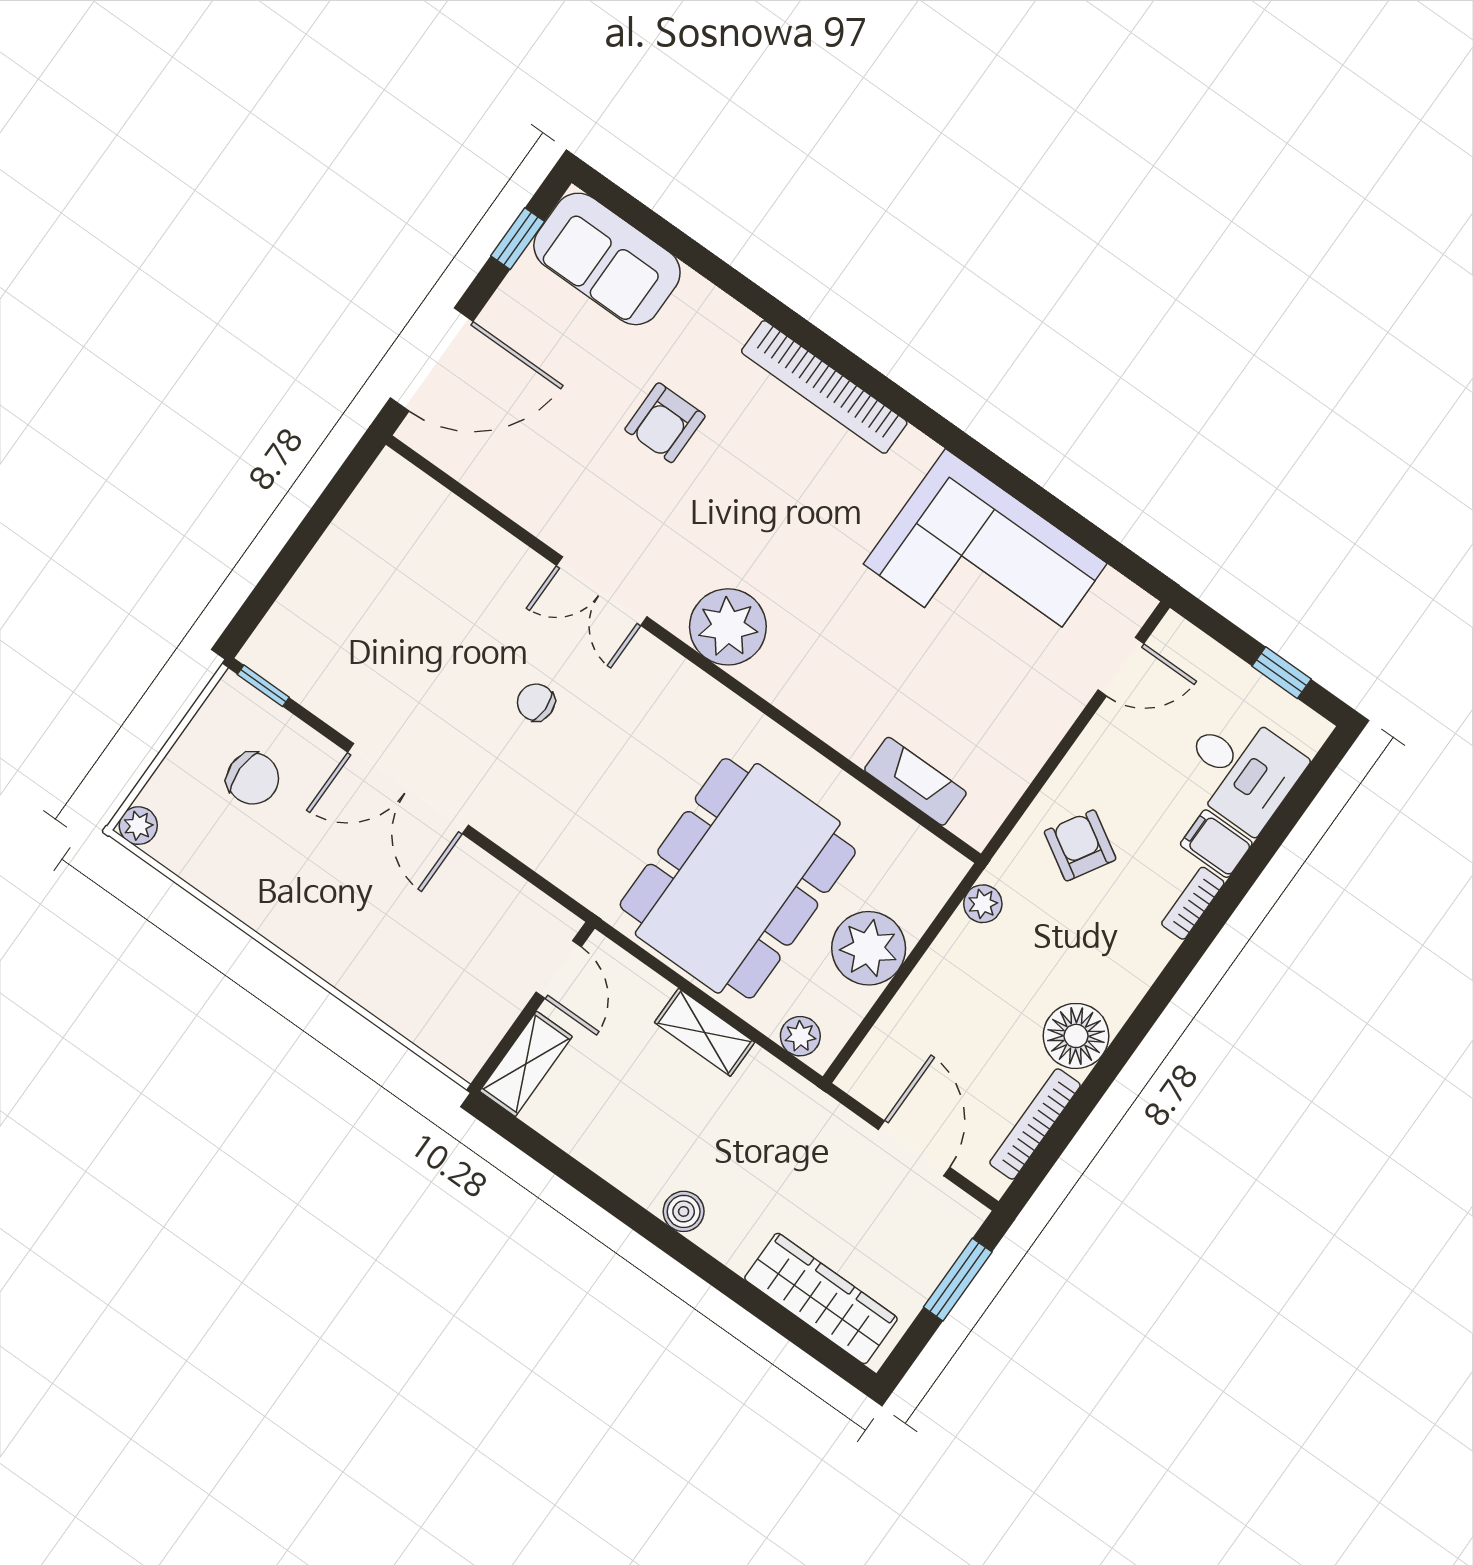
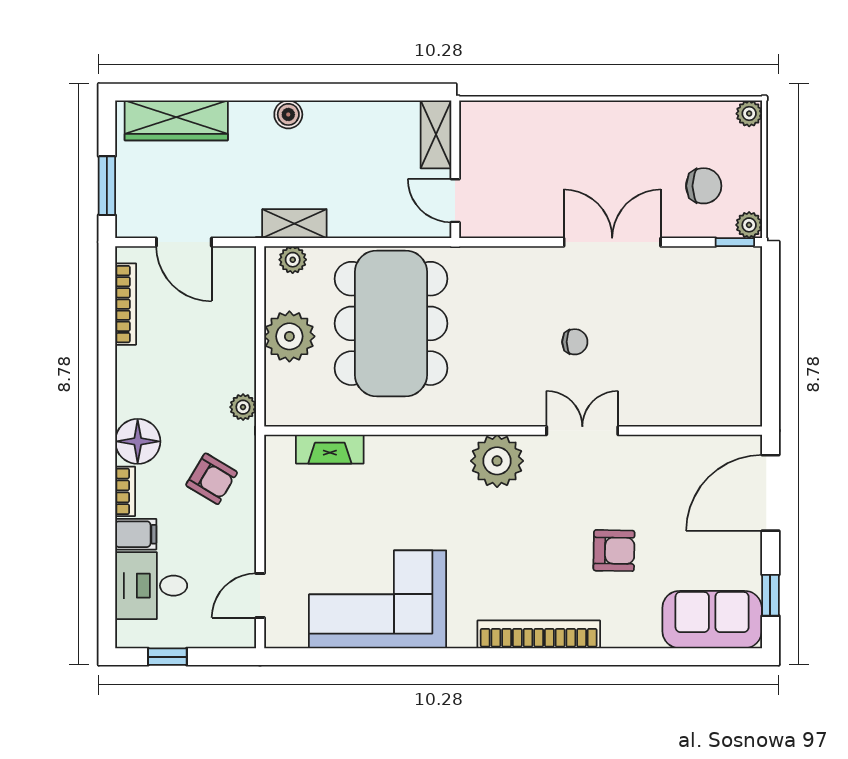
armchair: (665, 423) -> (614, 551), turned 91
plant: (232, 694) -> (749, 225), added
chair: (253, 778) -> (704, 186), turned 180
shelving: (705, 1032) -> (294, 224), moved
floor lamp: (1076, 1036) -> (138, 441), moved

